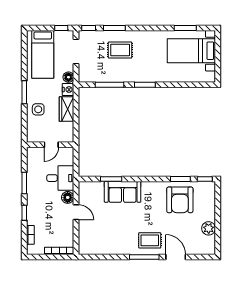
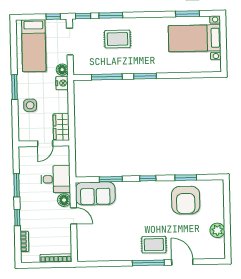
wardrobe: (67, 109) -> (61, 127), moved
window: (205, 179) -> (148, 178), moved
sofa: (123, 192) -> (95, 193), moved

